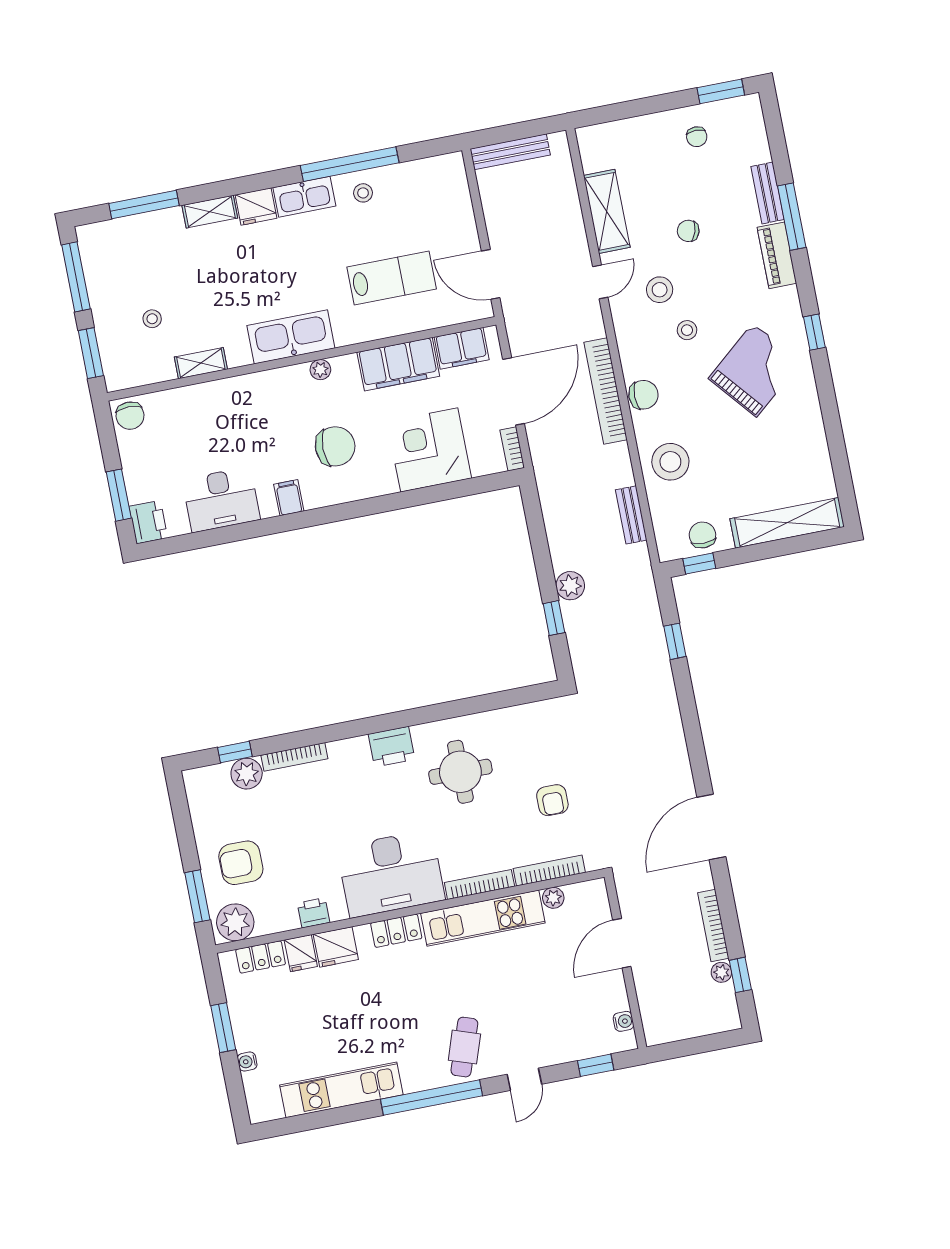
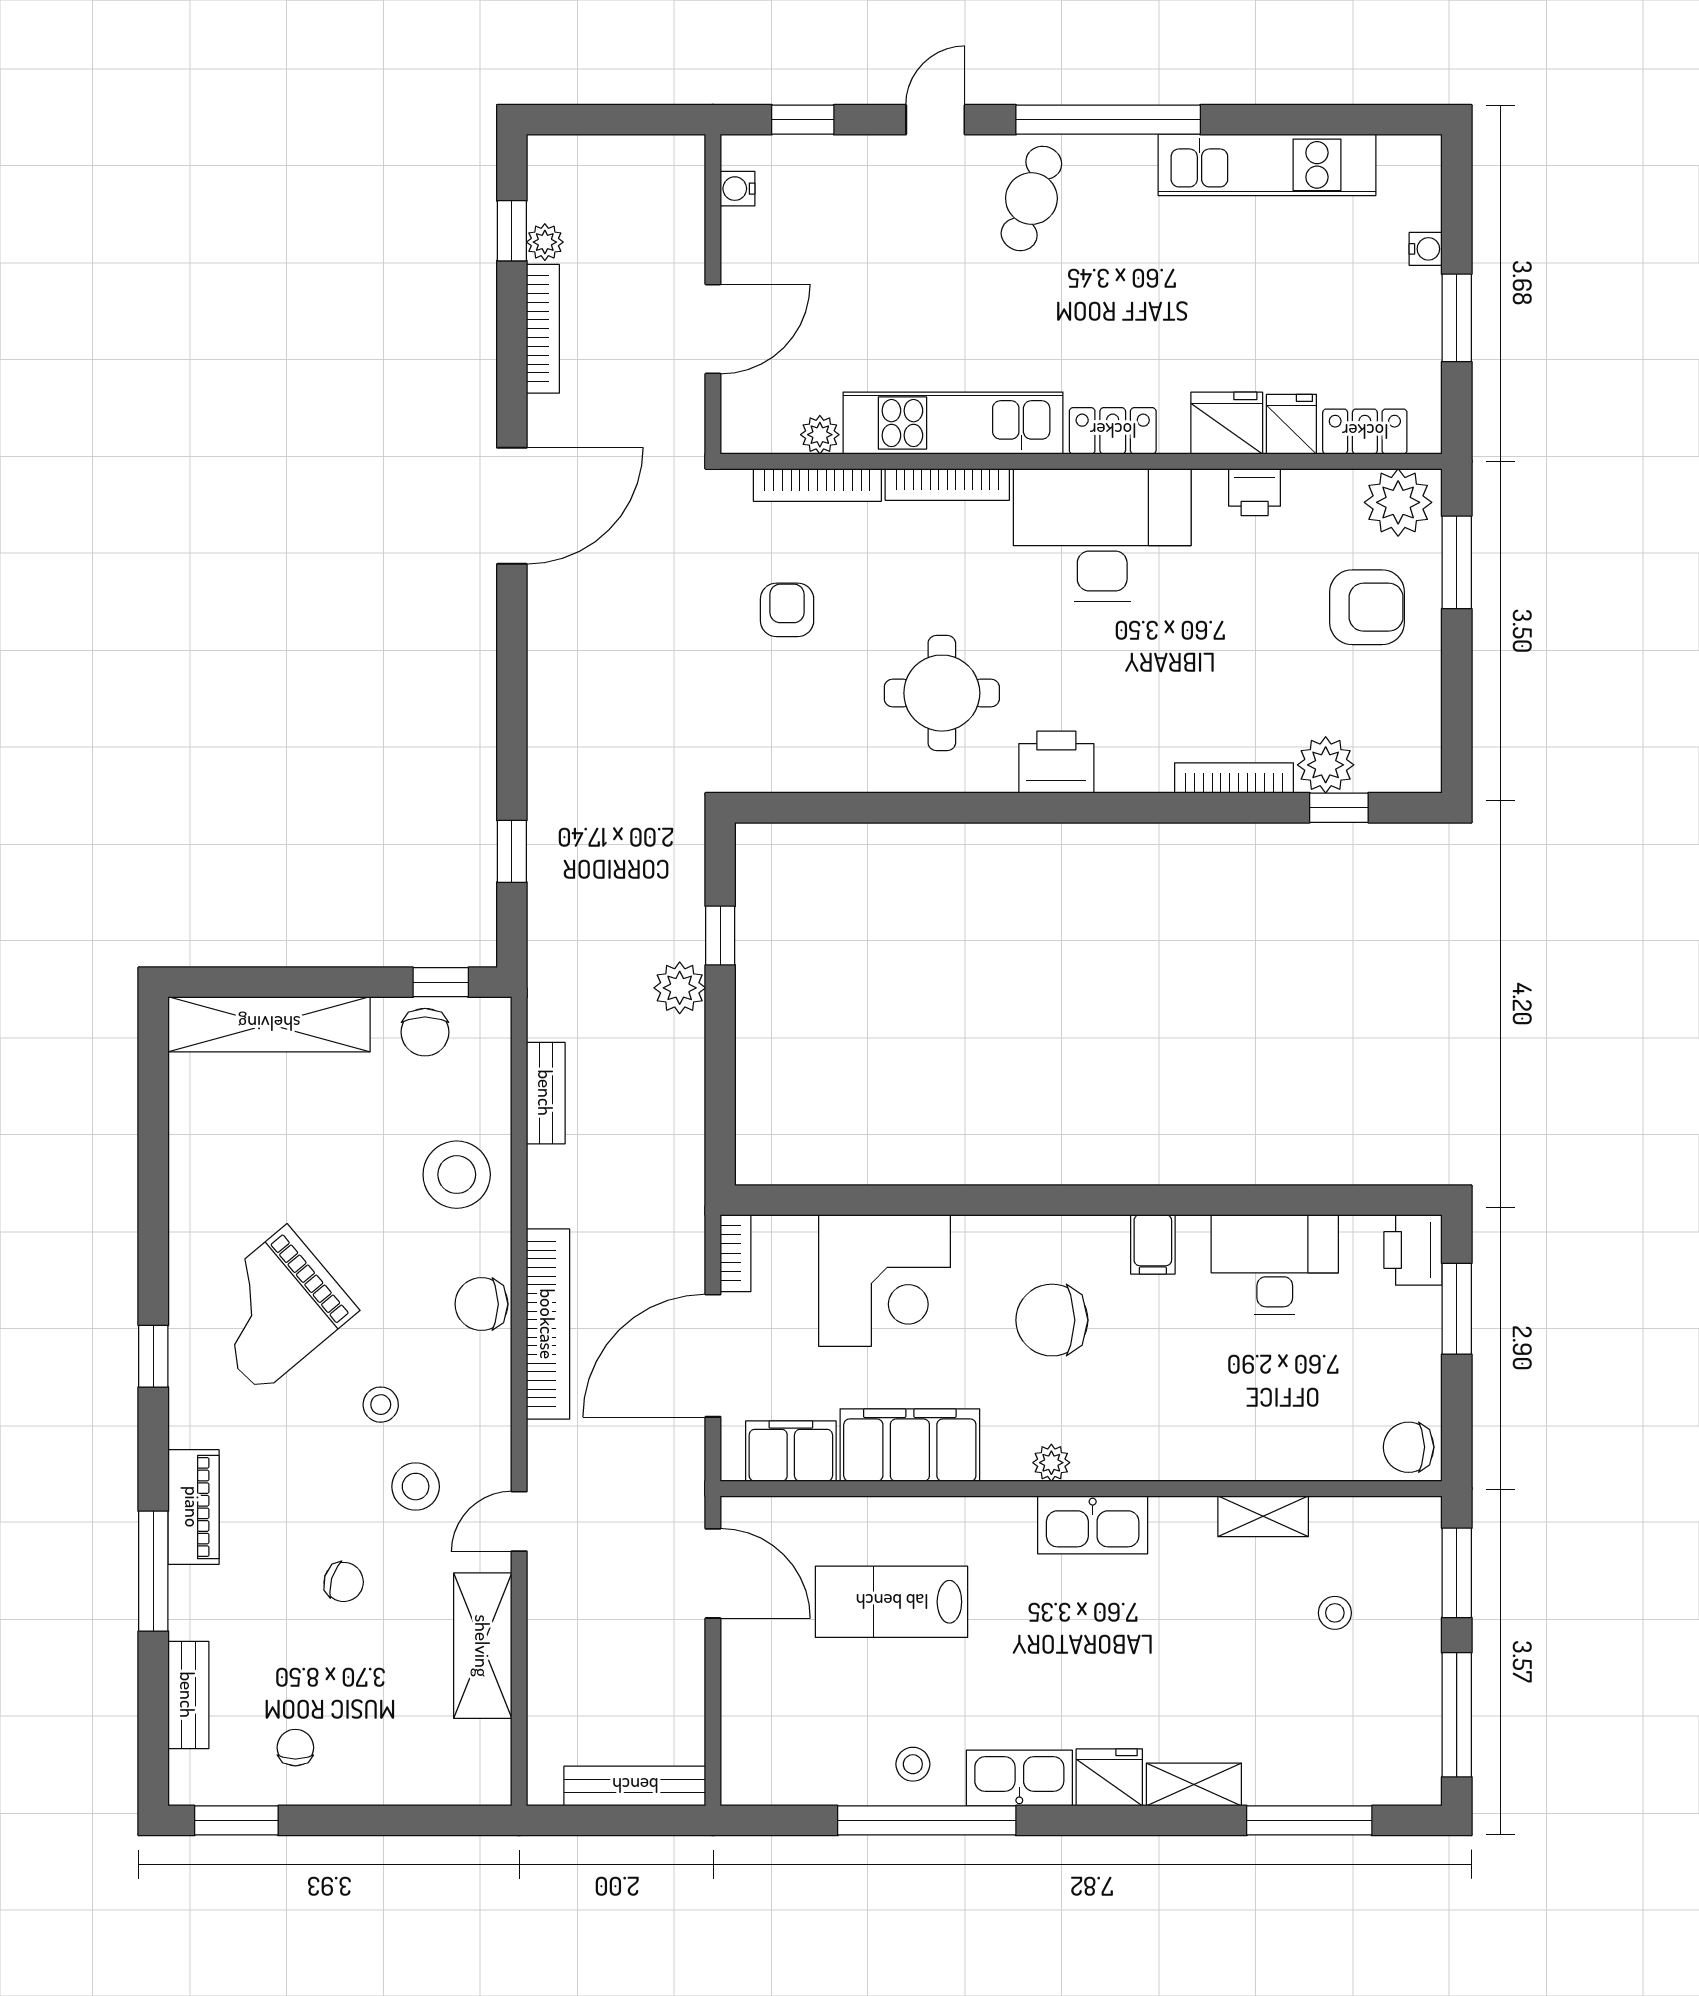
bench: (767, 193) -> (188, 1695), moved
kitchen sink: (291, 337) -> (1093, 1525), width x0.73, depth x0.81
chair: (130, 416) -> (1409, 1447), turned -90

